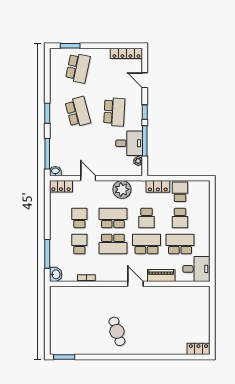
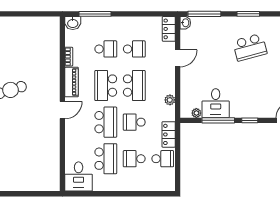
school desk: (114, 112) -> (250, 87), removed
plant: (122, 189) -> (170, 100), width x0.53, depth x0.53
piano: (161, 275) -> (72, 82), moved

